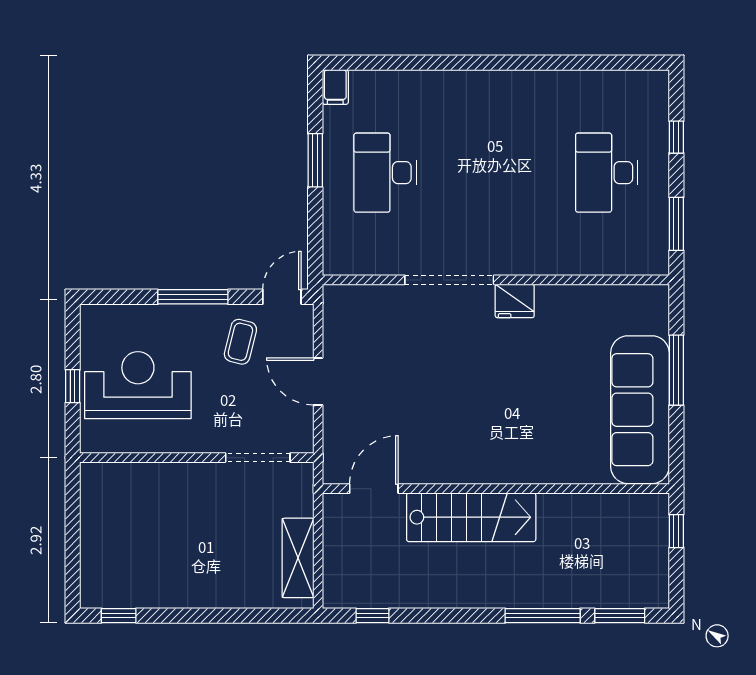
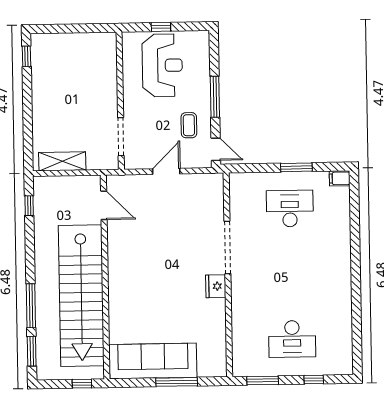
desk: (607, 173) -> (292, 339), turned 180
coffee table: (240, 342) -> (189, 125), turned 76
stairs: (471, 517) -> (81, 296), width x1.86, depth x1.51

